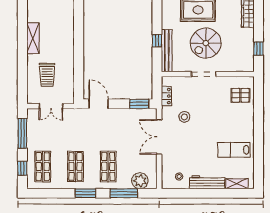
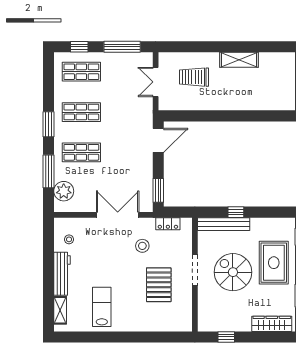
pallet: (240, 95) -> (159, 285), moved, width x1.50, depth x1.42

